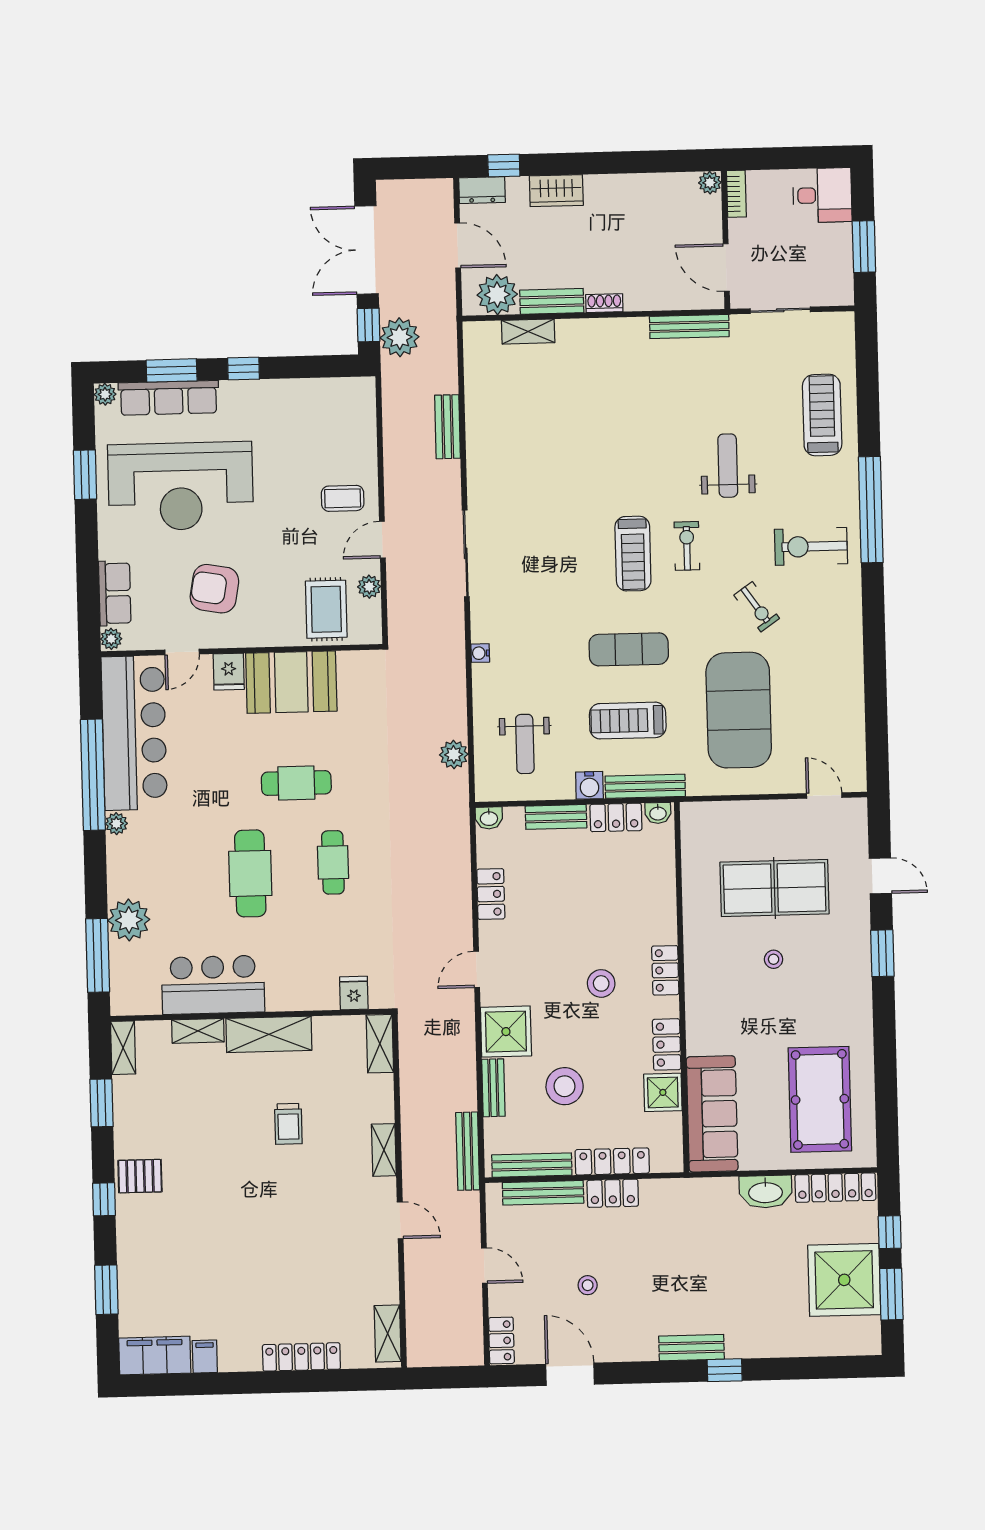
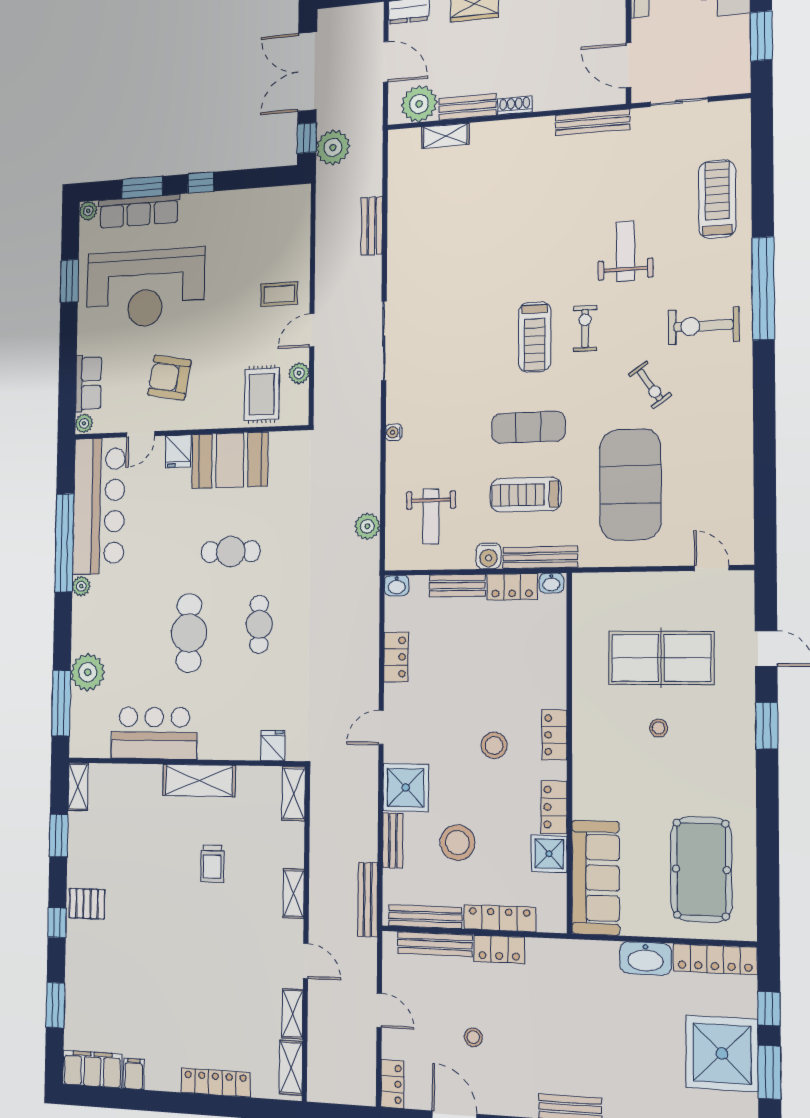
shelving: (198, 1031) -> (292, 1014), moved, turned 90

